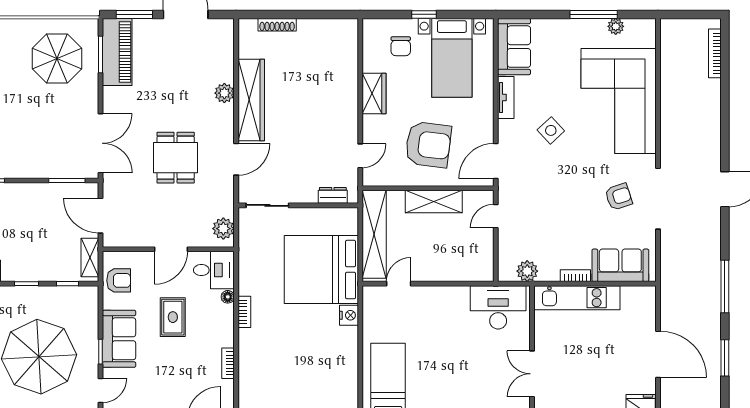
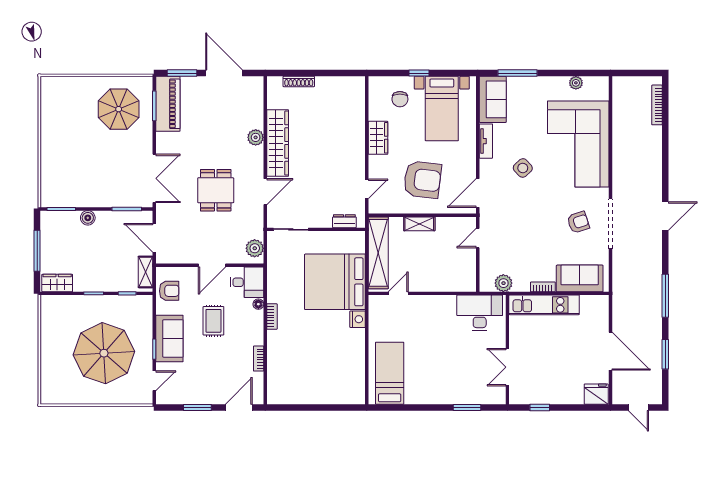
window: (594, 14) -> (518, 73), moved
boiler: (19, 191) -> (88, 218), added
shelving: (434, 201) -> (419, 224), width x0.67, depth x0.75

